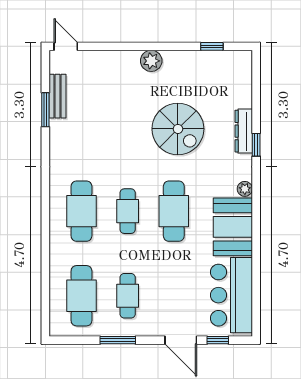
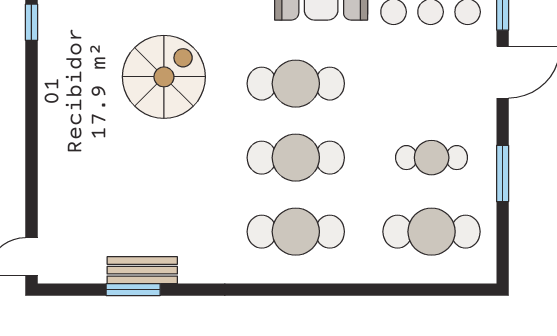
plant: (151, 61) -> (55, 120), removed
bench: (57, 96) -> (142, 270), moved
cafe table: (128, 211) -> (296, 158), width x1.37, depth x1.35

